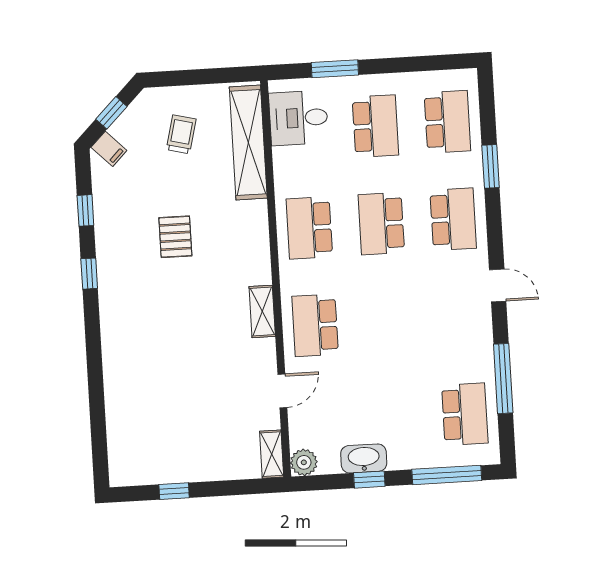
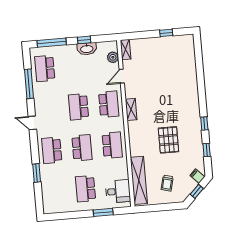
school desk: (447, 122) -> (78, 107), moved
pallet: (175, 237) -> (168, 140), width x1.50, depth x1.42
plant: (304, 462) -> (113, 57), moved

